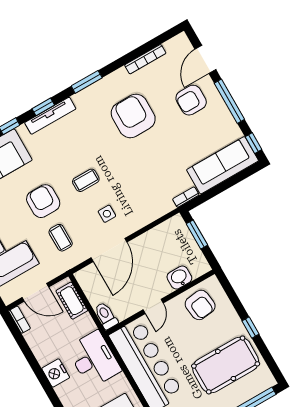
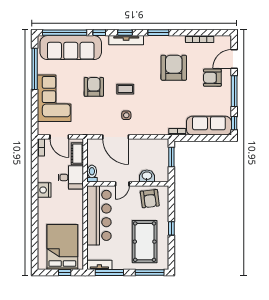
coffee table: (61, 238) -> (92, 114), removed
door: (109, 250) -> (116, 137), hinge flipped
desk: (94, 359) -> (71, 177), moved, width x0.73
pool table: (226, 365) -> (145, 242), turned 90

